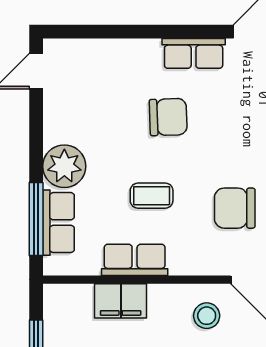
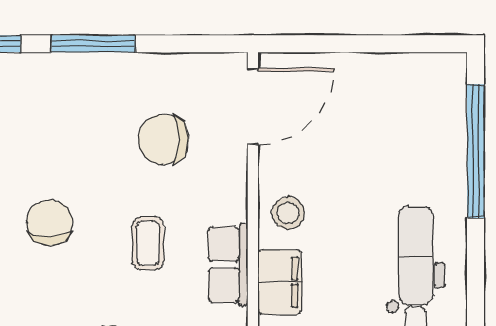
chair: (235, 208) -> (163, 139), turned 90
stool: (207, 316) -> (288, 213), moved

